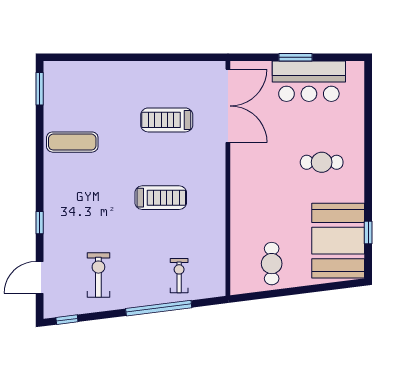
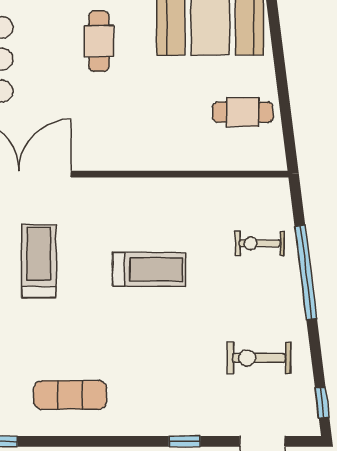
treadmill: (167, 120) -> (39, 261), turned 180
exercise mat: (72, 142) -> (70, 395), turned 90
treadmill: (161, 198) -> (149, 269), turned 90

